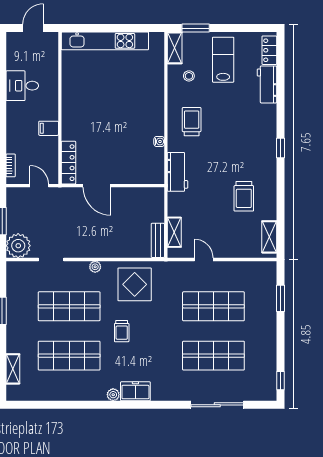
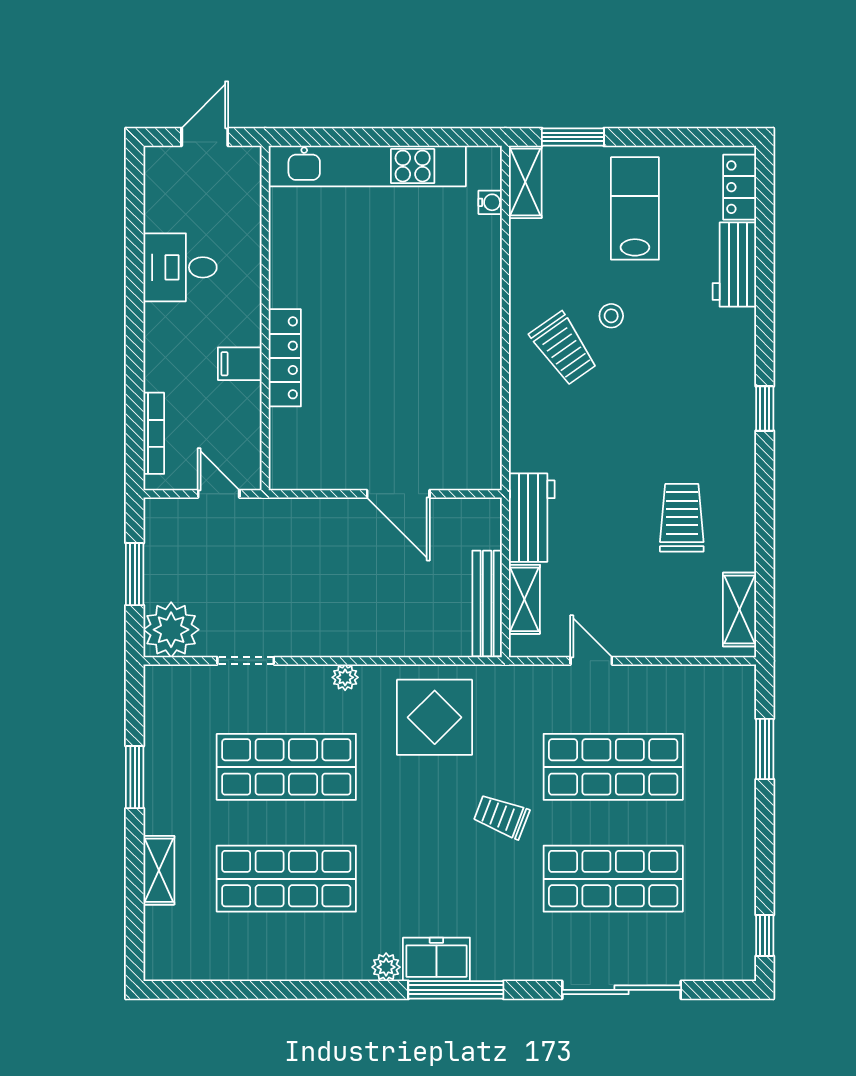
stool: (189, 76) -> (611, 316), moved
trolley: (192, 122) -> (564, 349), turned 145
water cooler: (159, 141) -> (490, 202), moved
locker: (68, 163) -> (285, 358), moved
bookcase: (11, 165) -> (154, 433), width x1.56
workbench: (178, 172) -> (532, 518), moved
door: (97, 186) -> (398, 494), moved
trolley: (244, 196) -> (682, 518), turned 180
bench: (158, 240) -> (487, 604), width x1.36
trolley: (122, 331) -> (501, 816), moved, turned 111
shelving: (13, 369) -> (159, 870), moved
window: (144, 405) -> (456, 990), added

